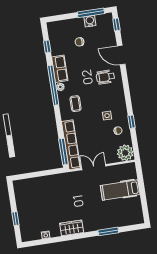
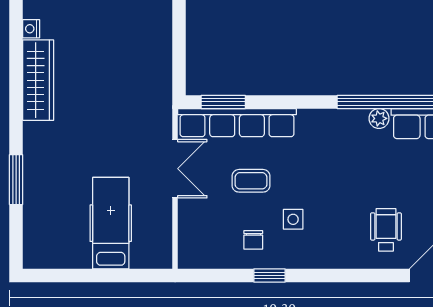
coffee table: (76, 104) -> (251, 181), moved
window: (63, 152) -> (223, 102), width x0.69
plant: (125, 153) -> (198, 249), removed
wardrobe: (72, 228) -> (38, 80), width x1.50

